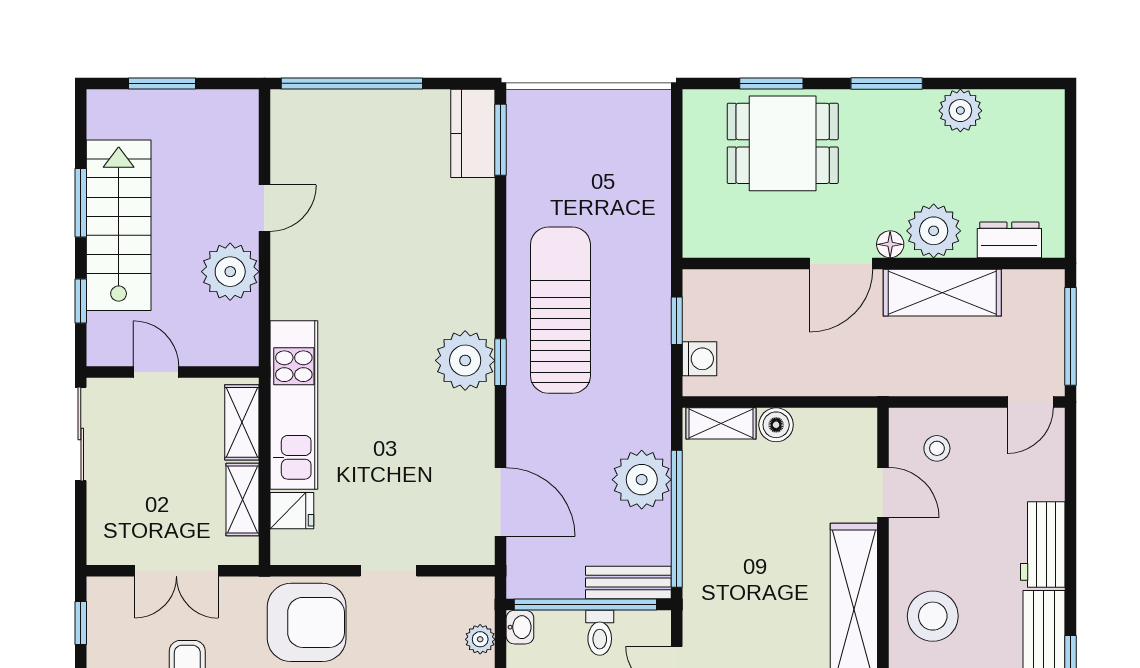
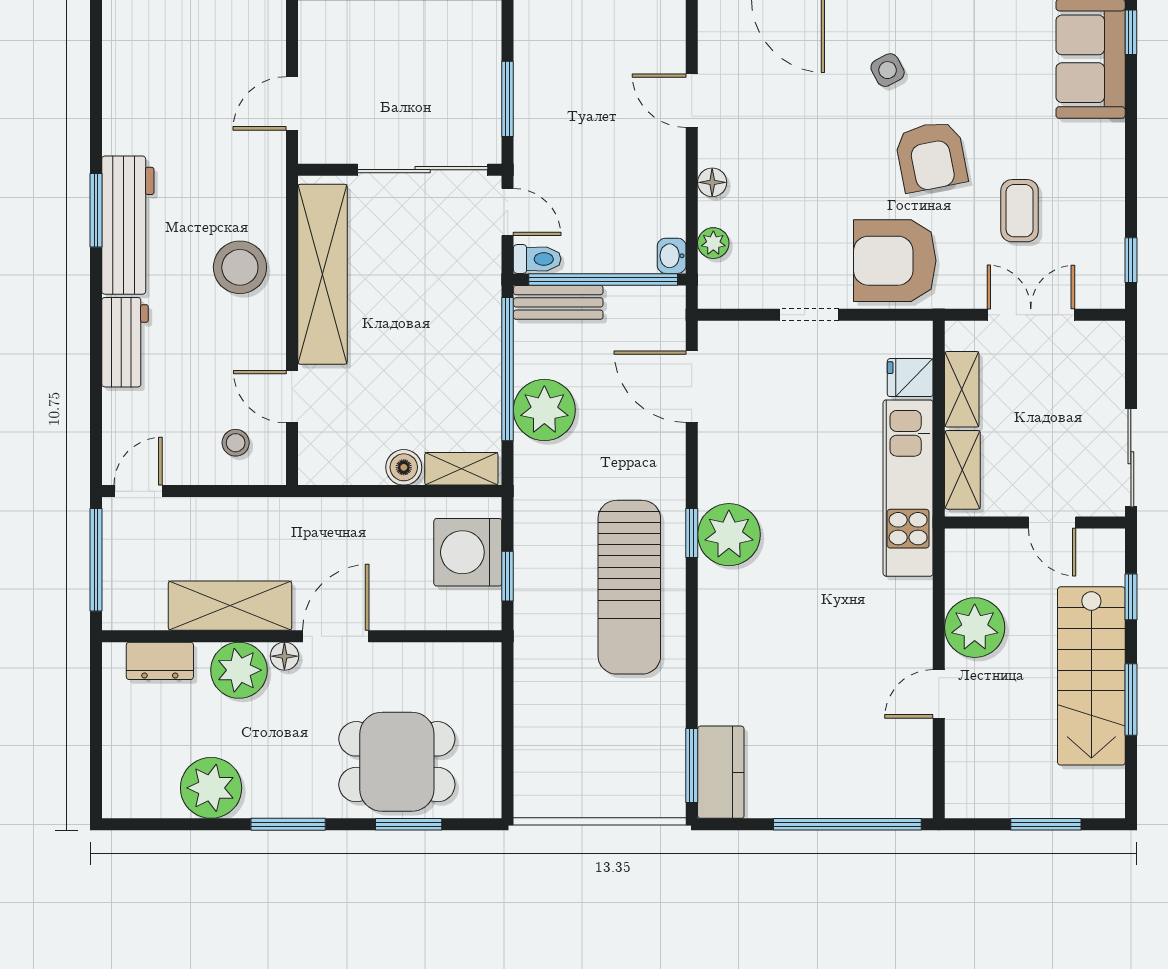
plant: (960, 111) -> (211, 788), width x1.36, depth x1.36
washing machine: (700, 359) -> (468, 552), width x1.89, depth x1.89
toilet: (600, 633) -> (537, 259), moved, turned 90

